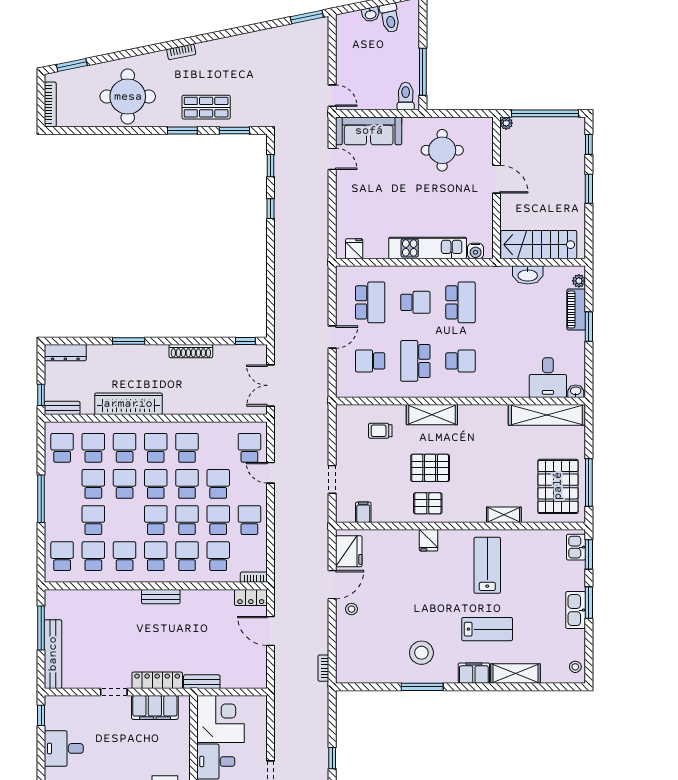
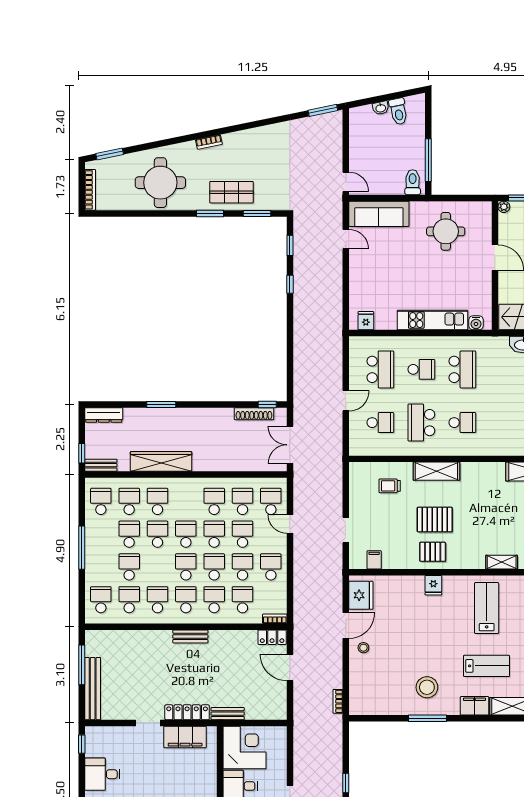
shoe rack: (191, 351) -> (254, 414), moved
school desk: (370, 361) -> (380, 423), turned 180
school desk: (156, 448) -> (242, 501), moved

